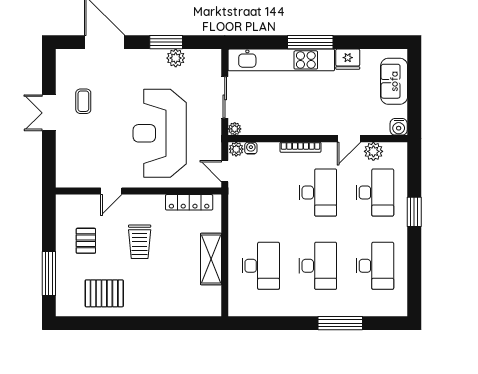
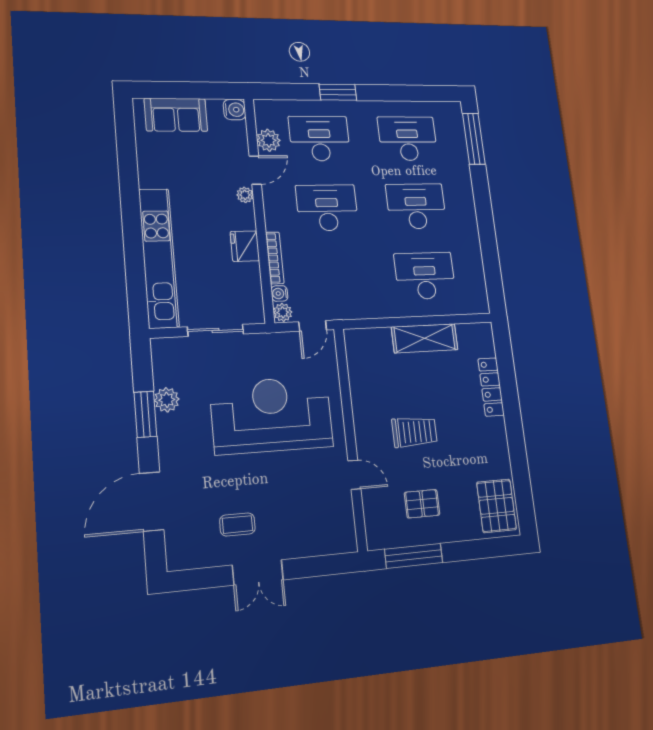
window: (310, 42) -> (132, 221), removed
fridge: (348, 59) -> (245, 246), moved, turned 180
plant: (235, 129) -> (245, 195), moved
reception desk: (160, 133) -> (272, 415), turned 180
door: (349, 139) -> (255, 170), hinge flipped
bookcase: (301, 147) -> (275, 258), moved
locker: (189, 202) -> (491, 387), moved, turned 180
window: (49, 274) -> (414, 556), moved
pallet: (104, 293) -> (497, 506), moved
window: (340, 323) -> (474, 139), moved

